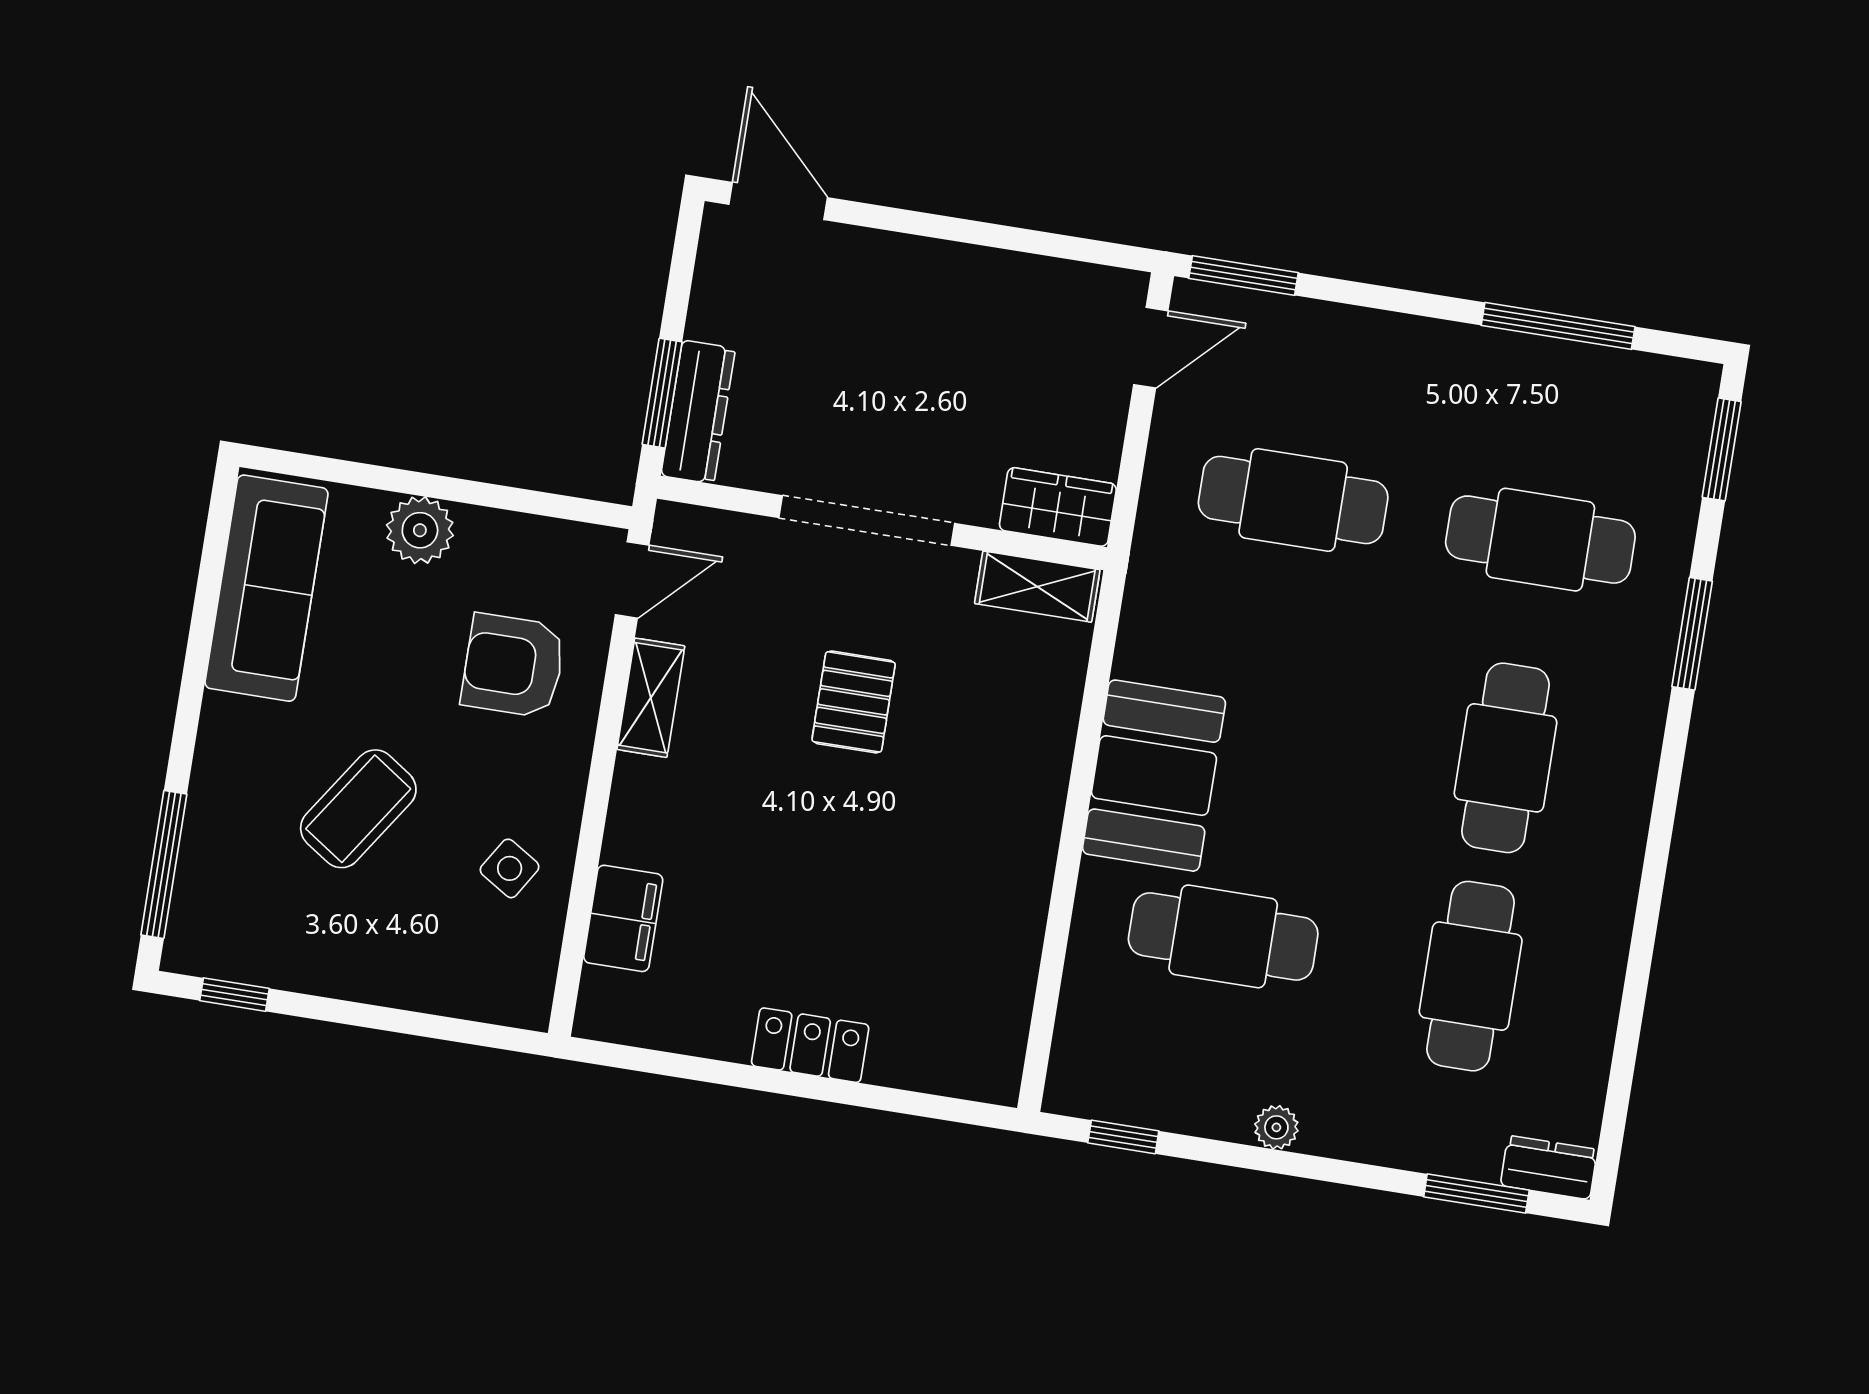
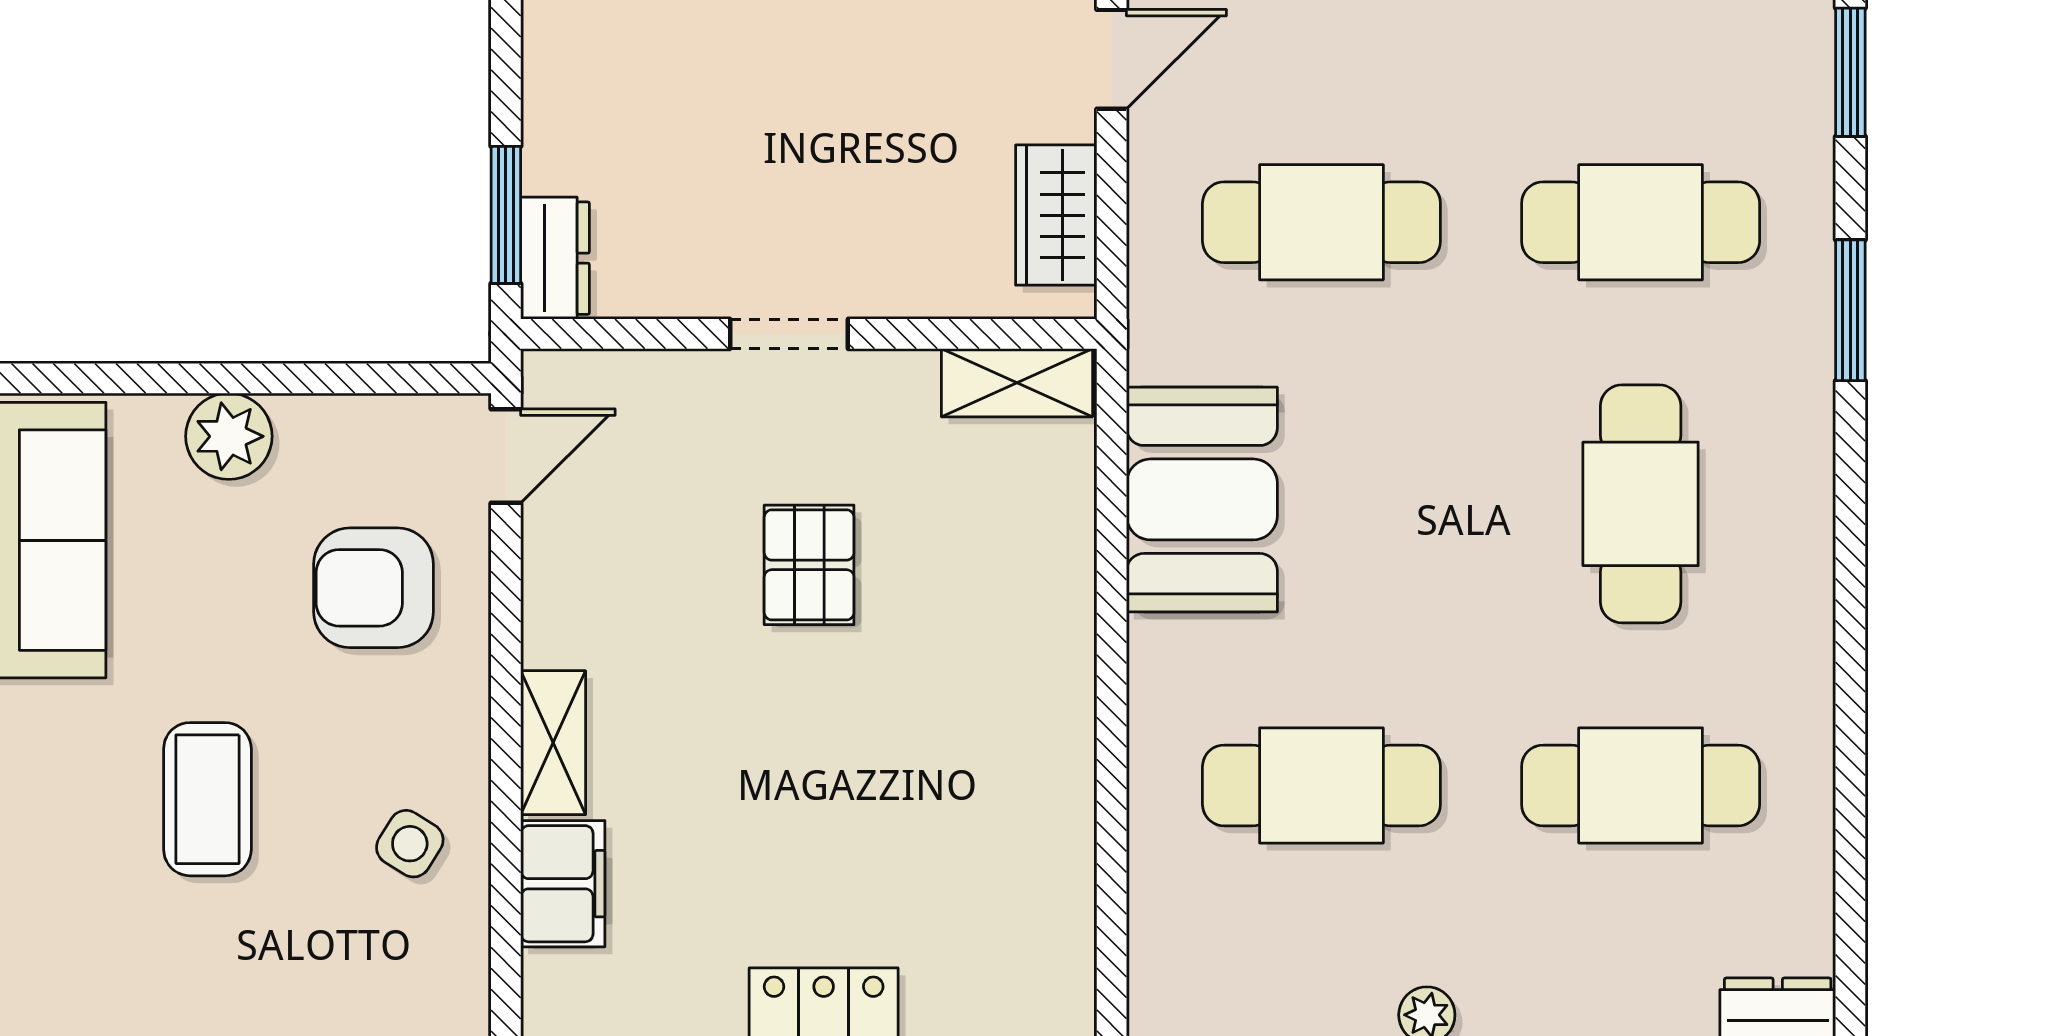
dresser: (698, 412) -> (555, 258), width x0.70
wardrobe: (1058, 507) -> (1056, 215), moved, turned -90
doorway: (867, 520) -> (789, 334), width x0.53
shelving: (651, 698) -> (553, 743), moved
booth: (1154, 776) -> (1202, 499), moved
coffee table: (358, 809) -> (207, 799), turned -34
cafe table: (1471, 976) -> (1641, 785), turned 90

